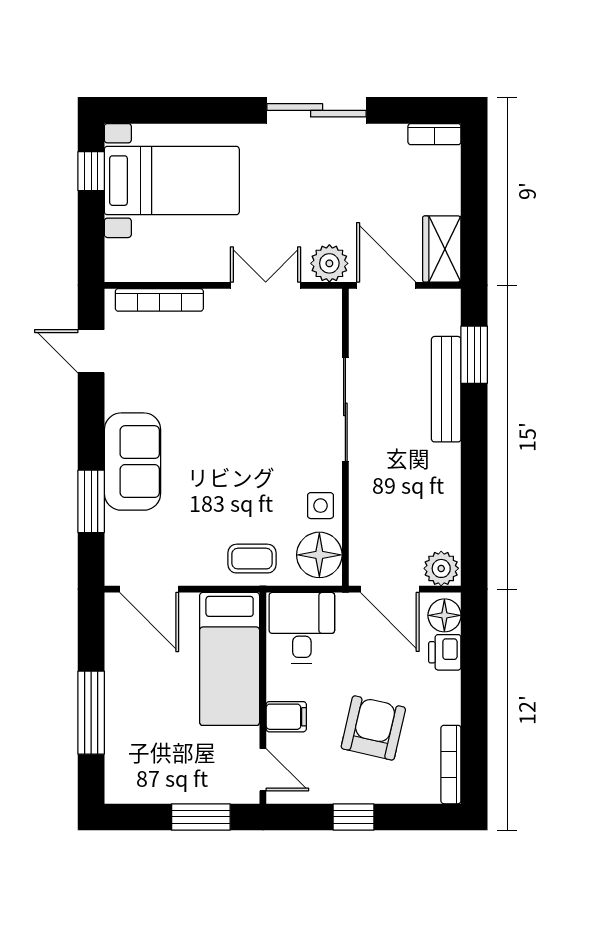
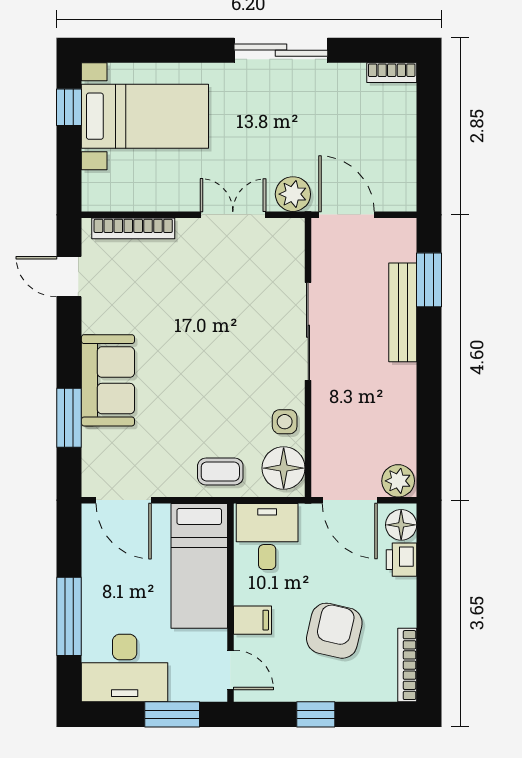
wardrobe: (442, 249) -> (399, 181), removed
desk: (150, 768) -> (125, 668), added

